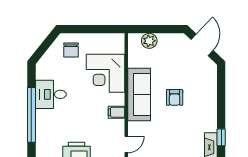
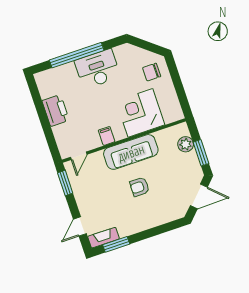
window: (162, 29) -> (201, 153), added
desk: (51, 94) -> (97, 69), width x1.37
window: (221, 137) -> (116, 244), width x1.50
door: (126, 145) -> (79, 156), hinge flipped

